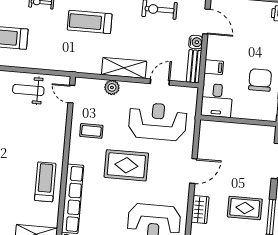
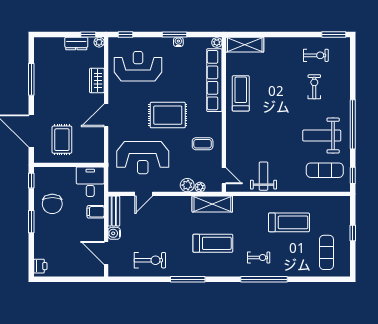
shelving: (124, 68) -> (212, 204), moved
plant: (98, 84) -> (200, 187), added
weight bench: (28, 90) -> (263, 176), turned -90
treadmill: (45, 182) -> (241, 93), turned 180
rug: (245, 208) -> (62, 140), moved, turned 90

